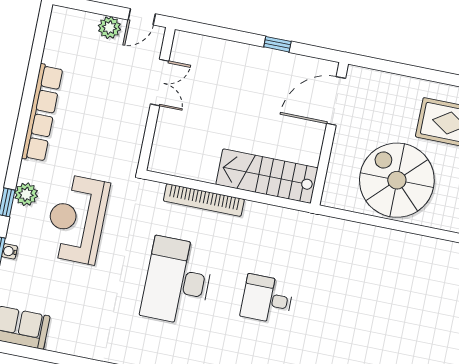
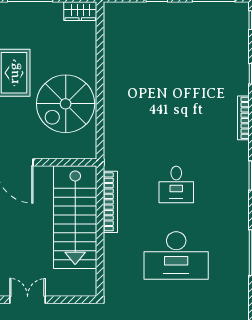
stairs: (267, 176) -> (75, 217), width x1.36, depth x1.51
bookcase: (204, 200) -> (110, 202), moved

